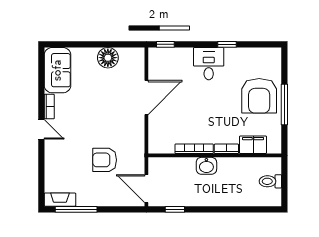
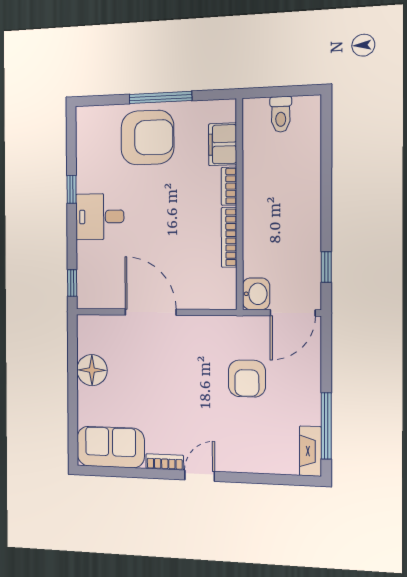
washbasin: (206, 166) -> (256, 294), moved

